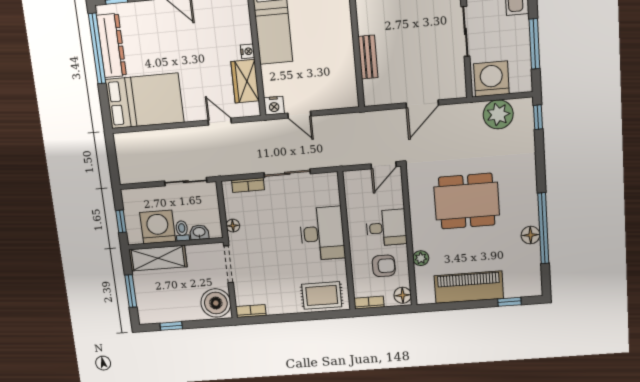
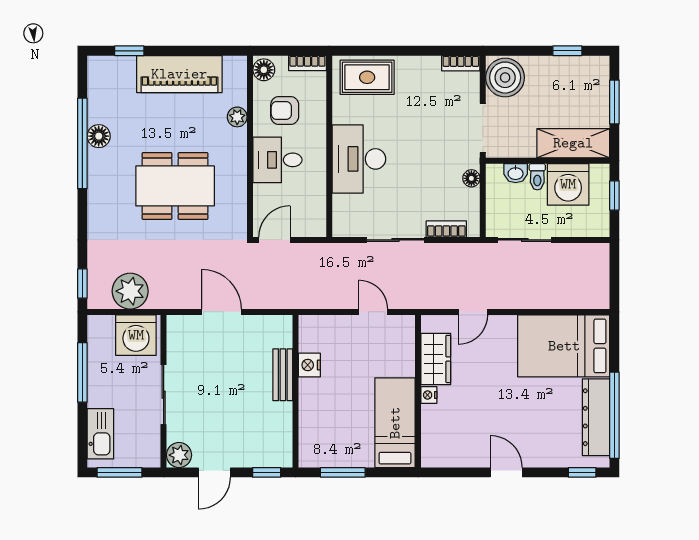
door: (422, 104) -> (221, 312), hinge flipped
nightstand: (274, 106) -> (309, 365), moved, turned -90
door: (220, 122) -> (473, 312), hinge flipped

